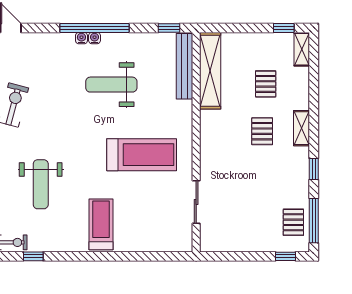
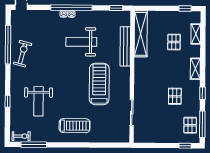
shelving: (302, 49) -> (196, 34), moved
bench: (184, 66) -> (125, 46), moved
pallet: (262, 131) -> (175, 96), moved
treadmill: (142, 155) -> (99, 84), turned -90
treadmill: (101, 224) -> (75, 126), turned 90
window: (33, 256) -> (34, 145), width x2.17

